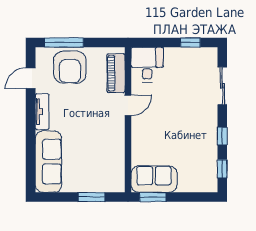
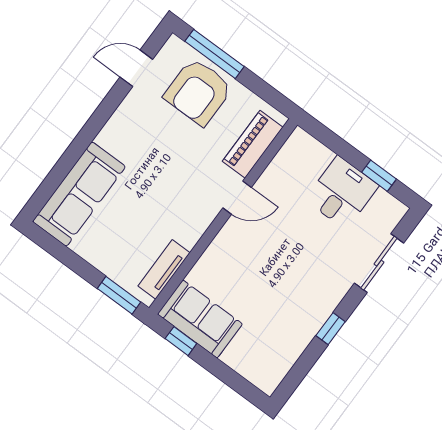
desk: (147, 65) -> (342, 193), moved
tv unit: (42, 112) -> (164, 269), moved, turned 180
window: (222, 169) -> (299, 371), removed
window: (91, 197) -> (119, 295), moved
window: (153, 197) -> (181, 341), width x0.67

